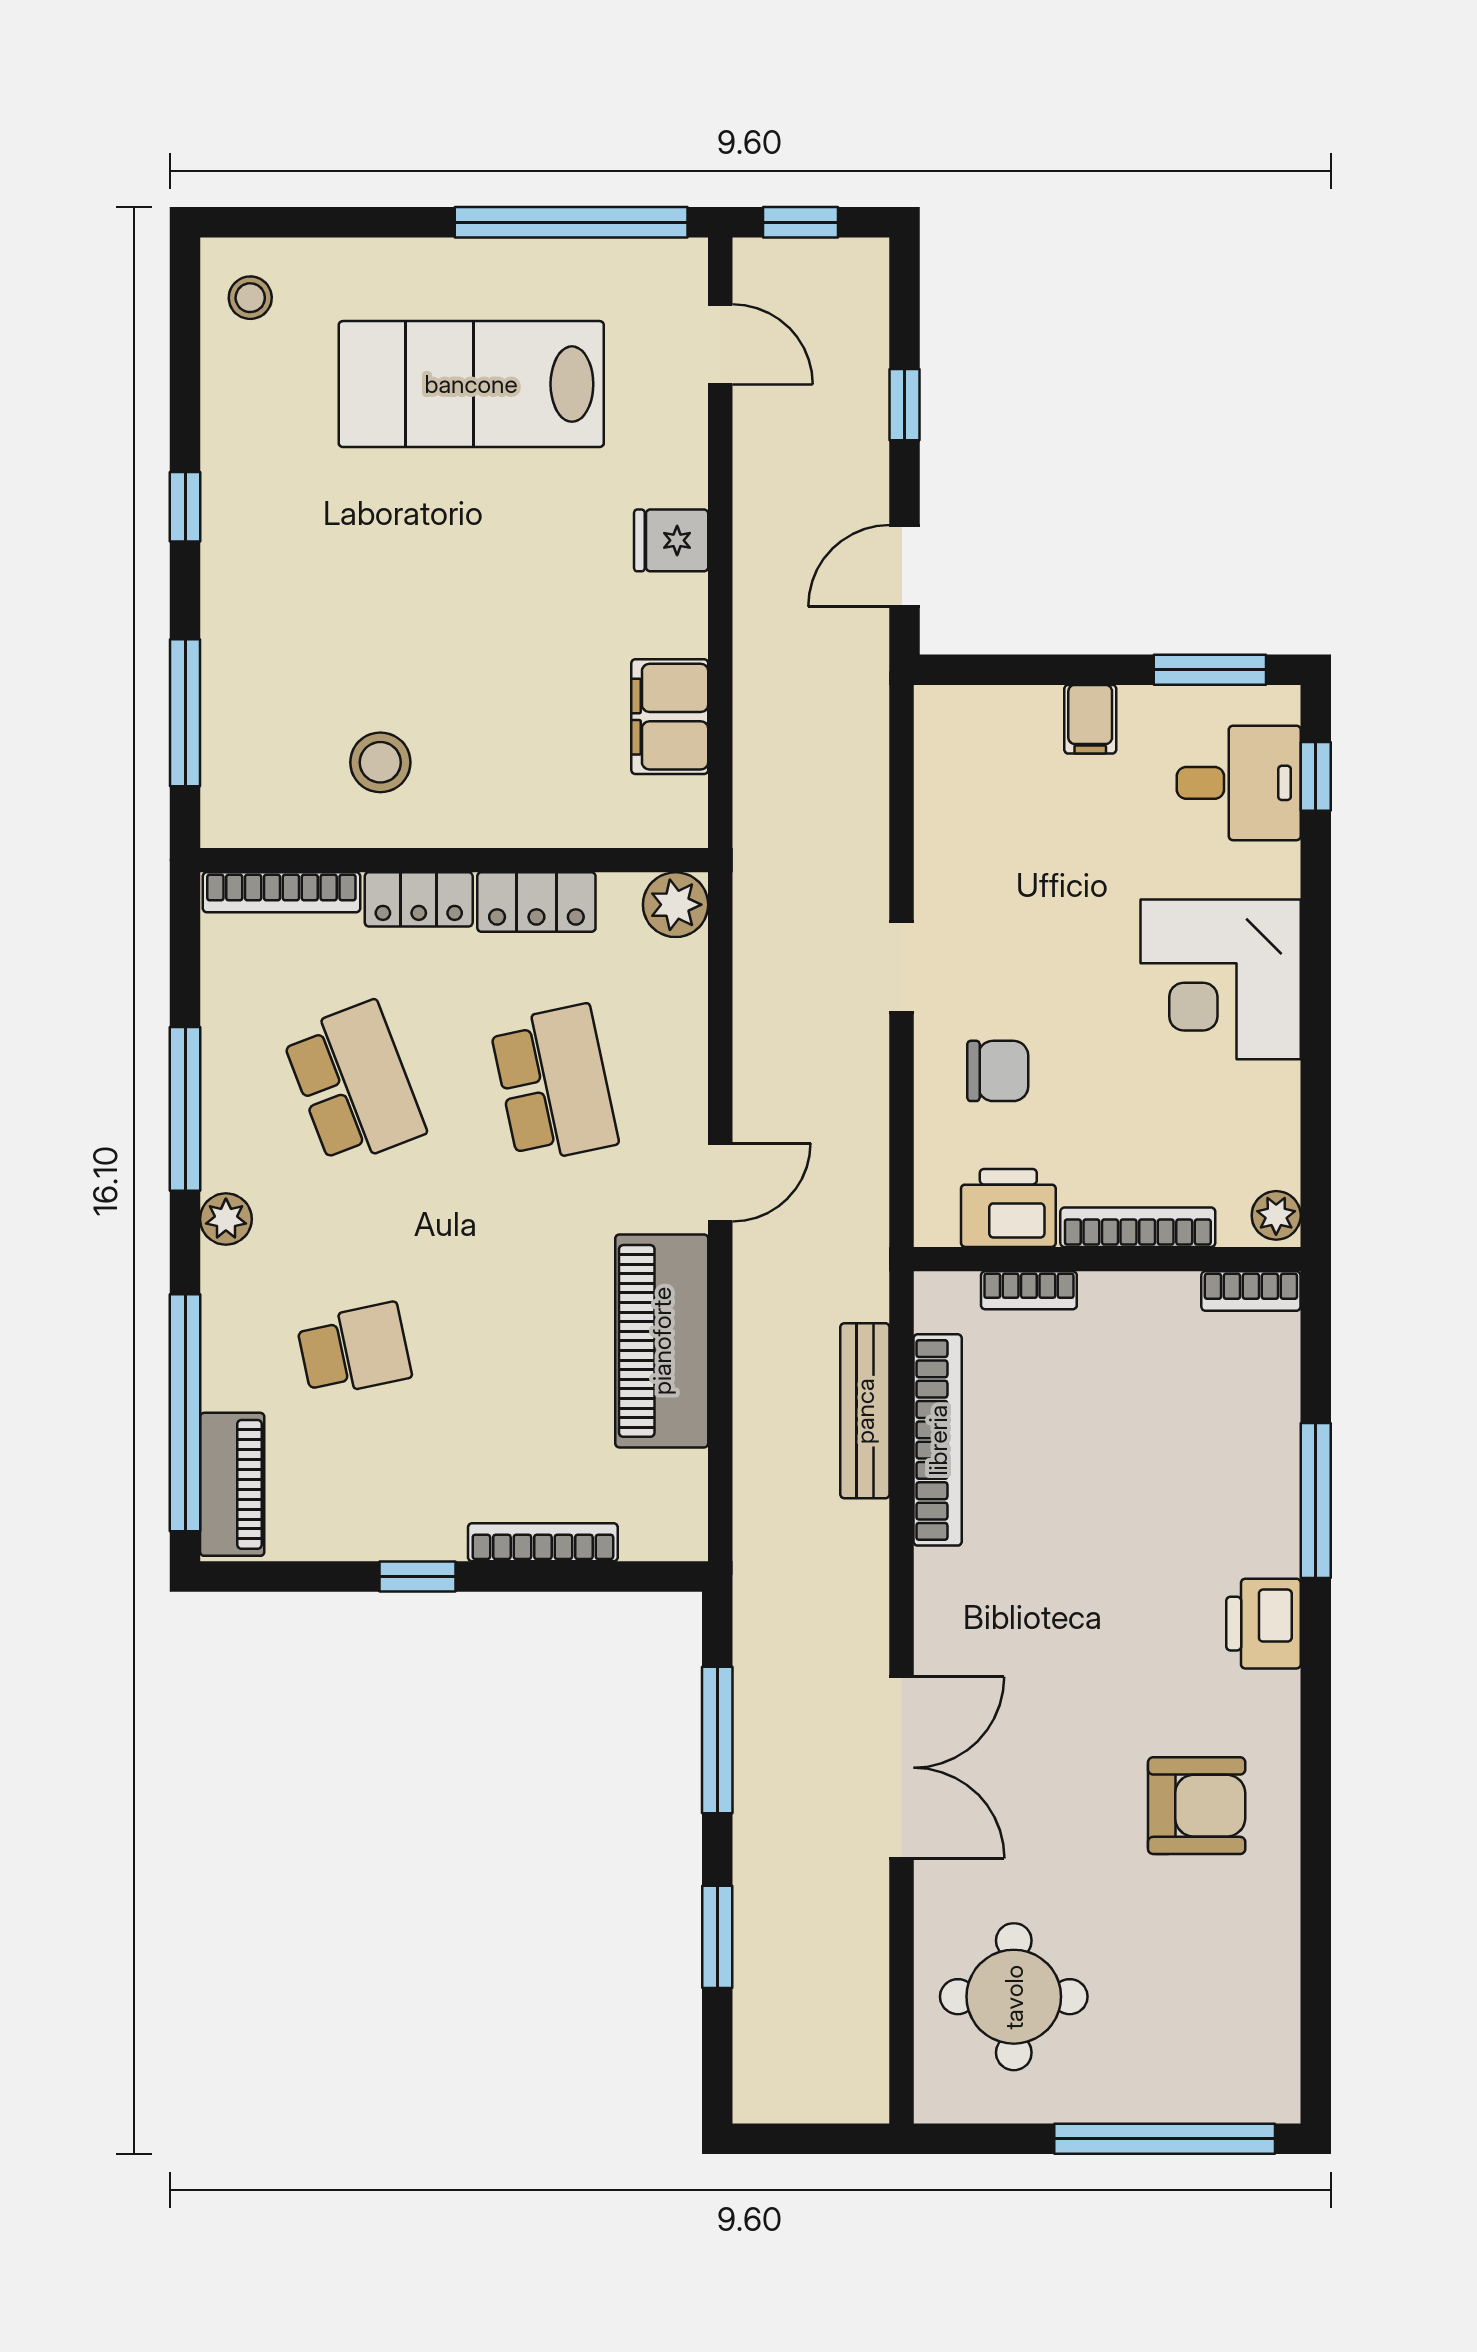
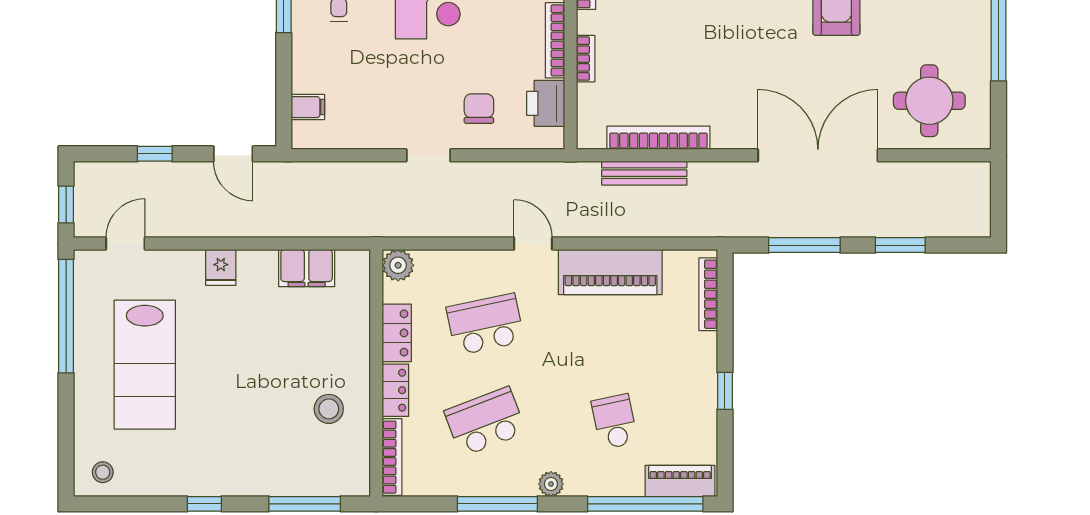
filing cabinet: (1090, 719) -> (308, 107), moved
bookcase: (1029, 1290) -> (586, 59), moved
bookcase: (543, 1542) -> (708, 294), moved
double door: (902, 1768) -> (818, 155), width x1.36

